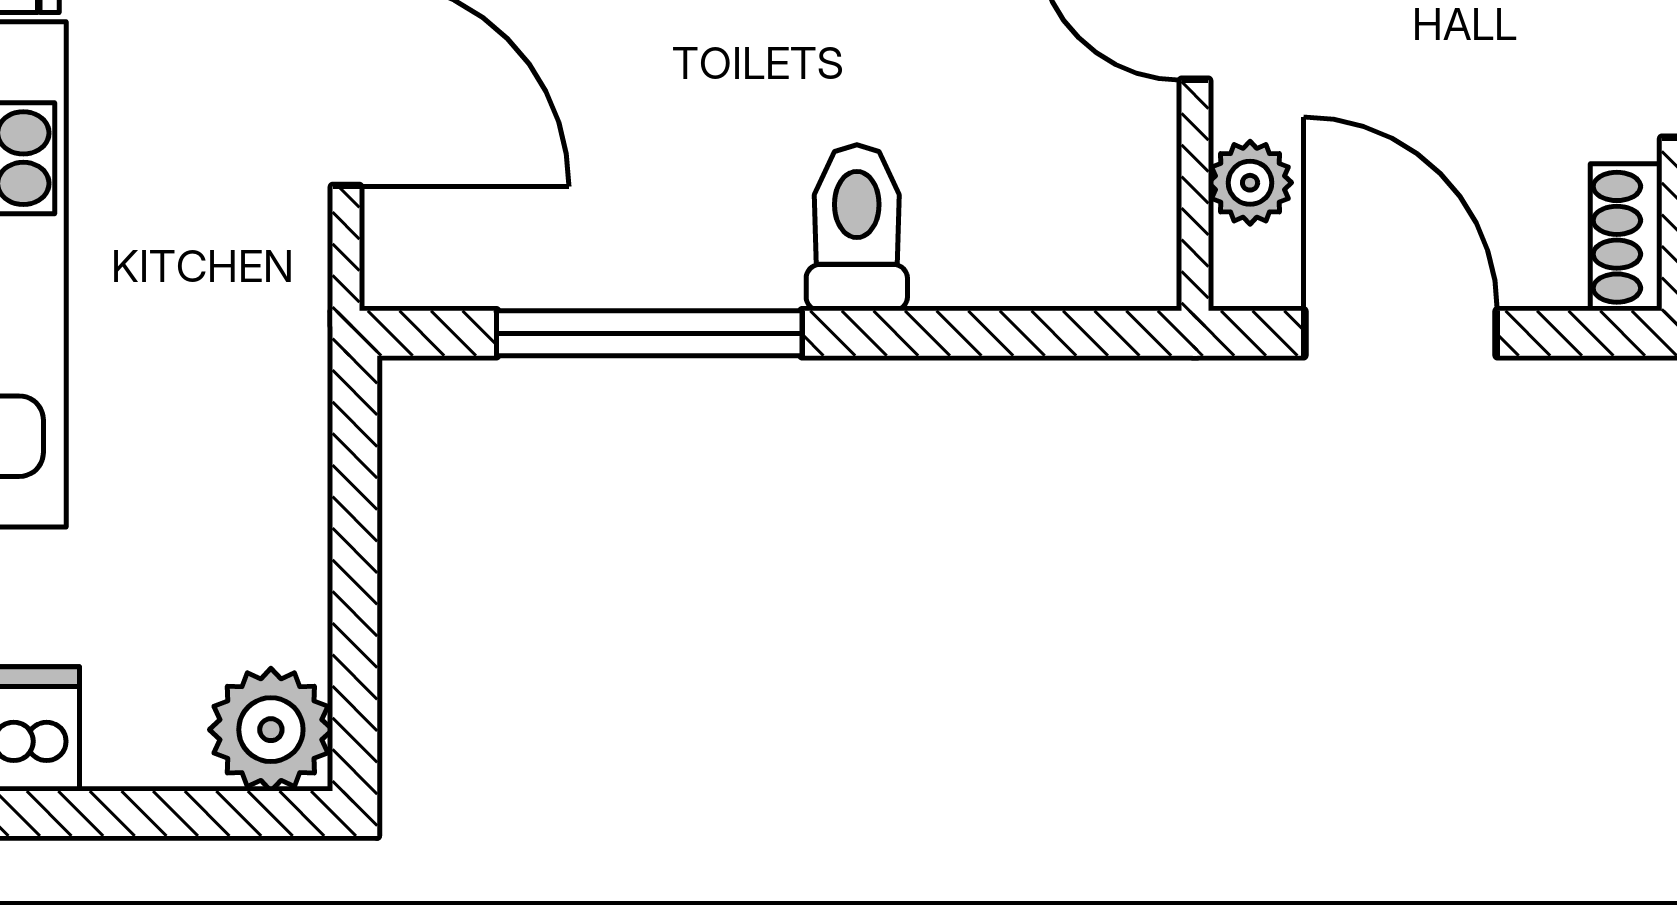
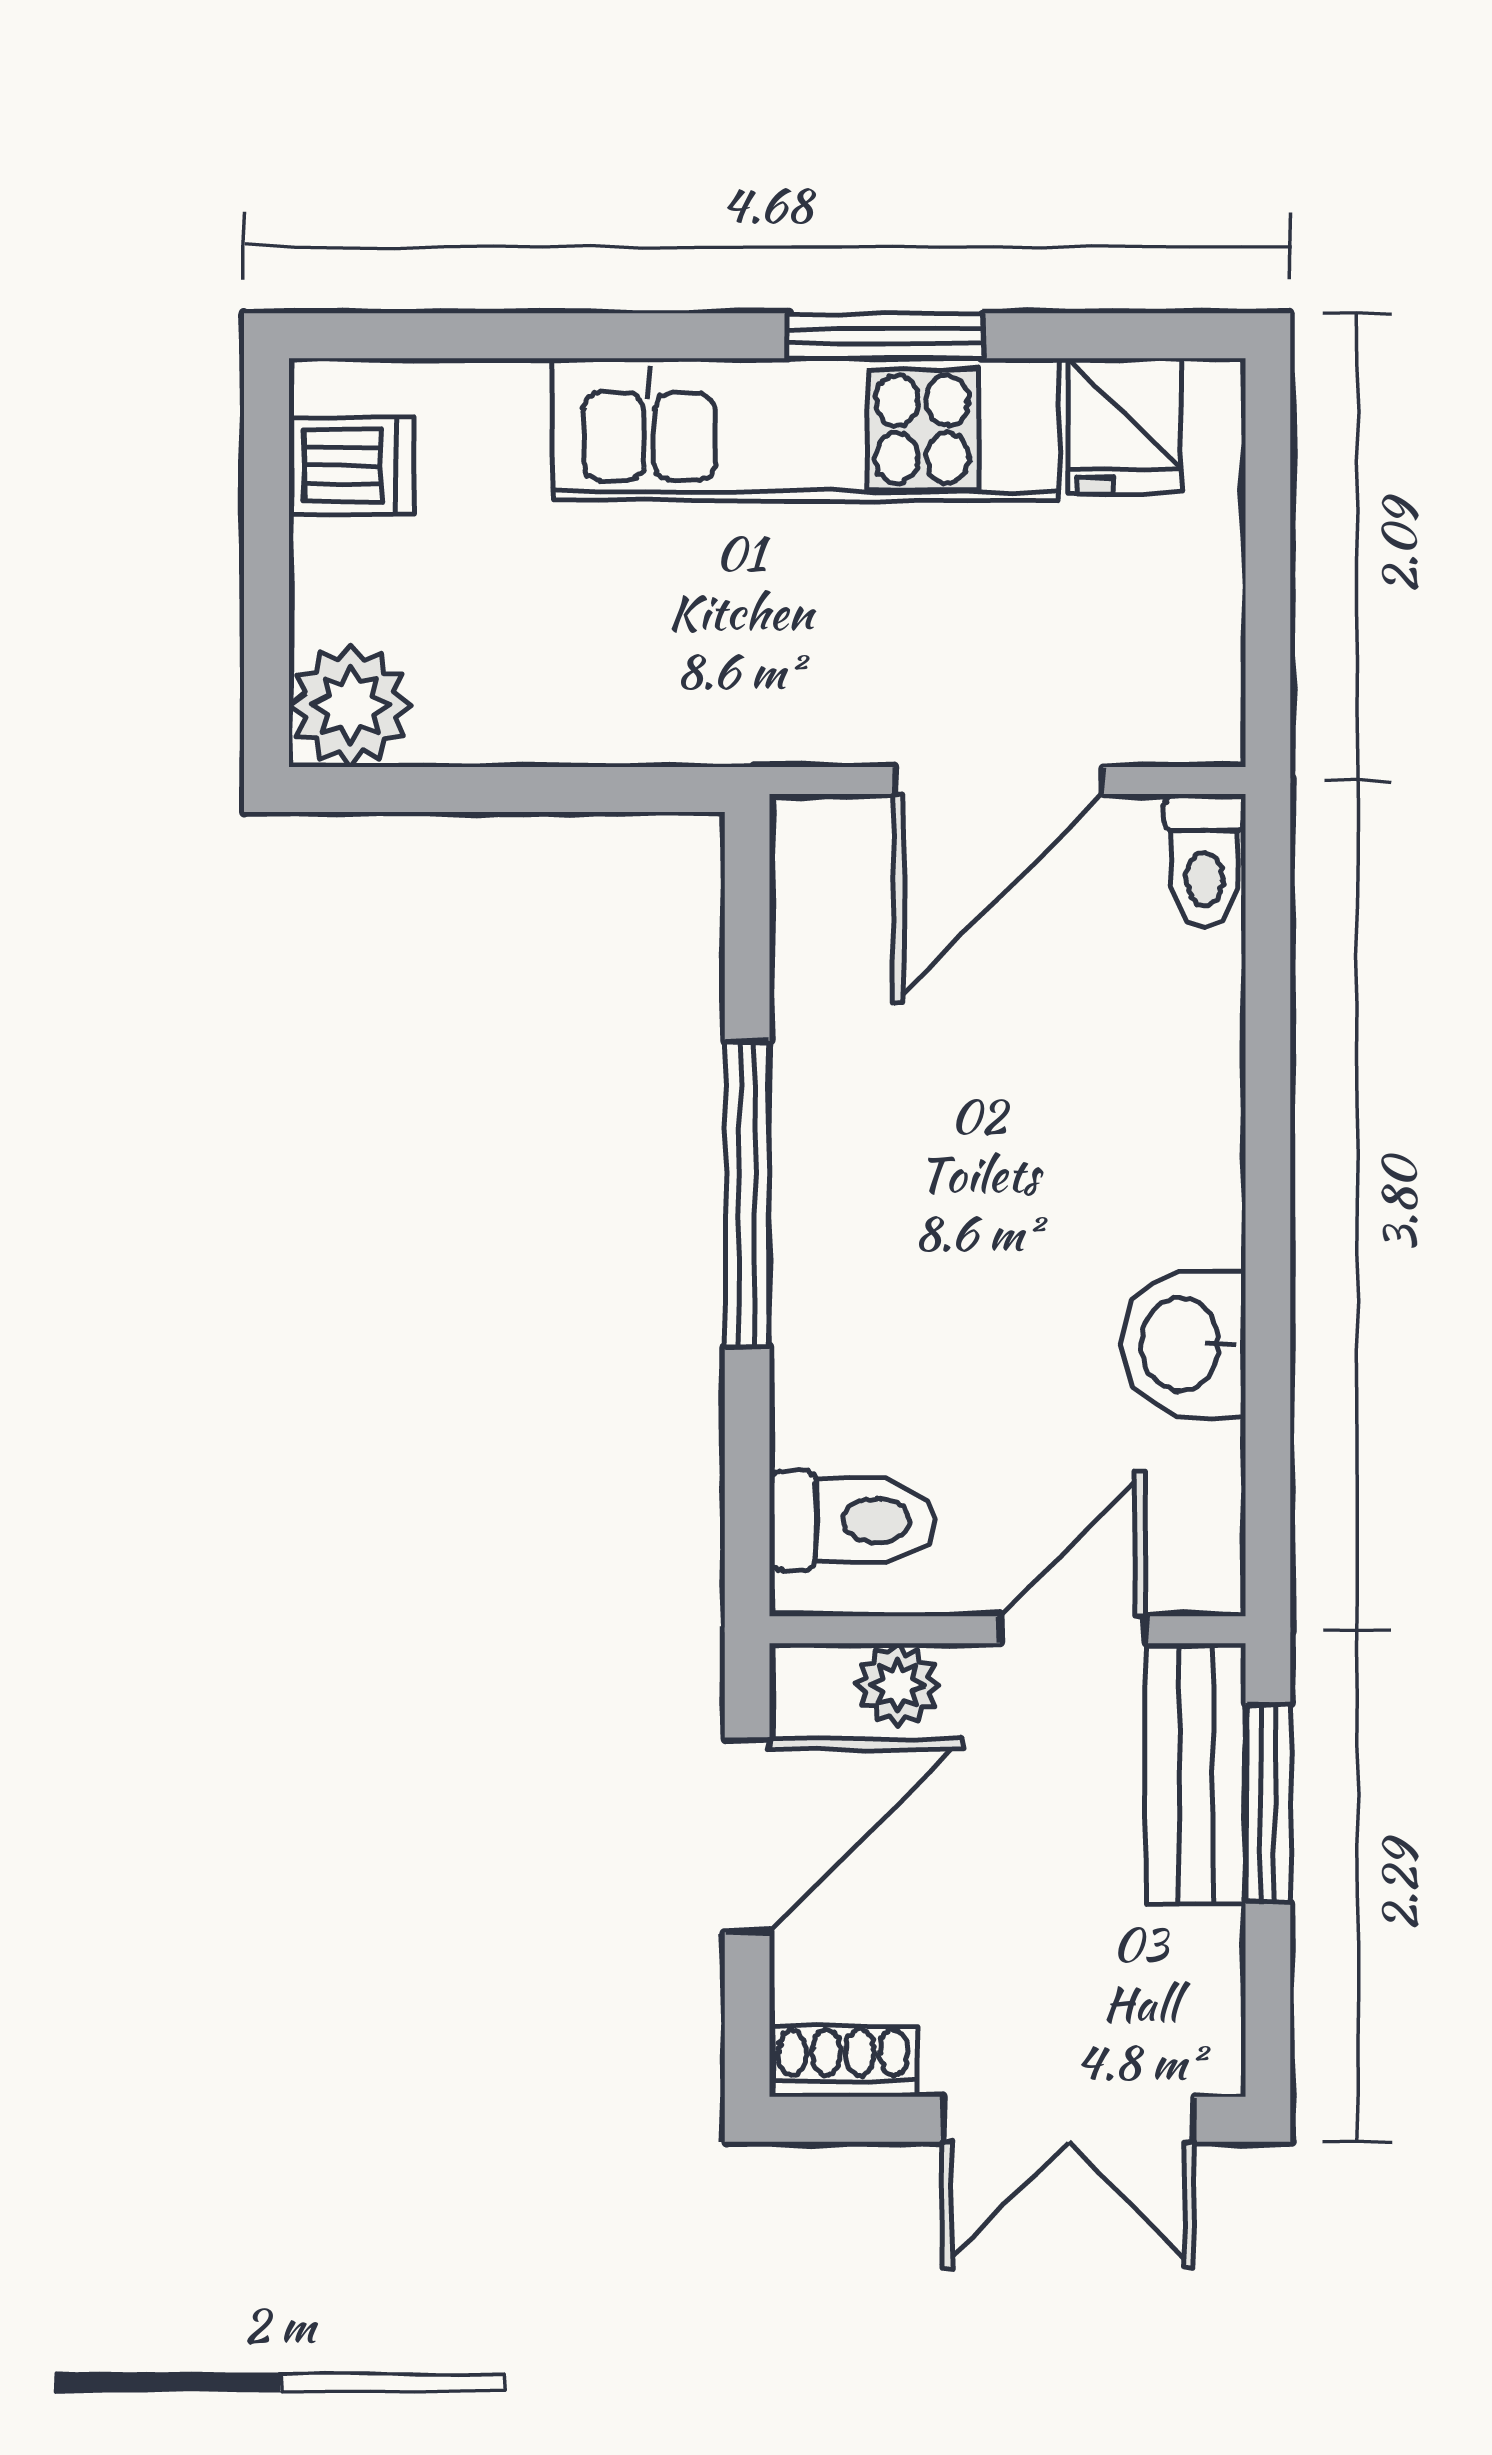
toilet: (857, 228) -> (853, 1520), moved
window: (649, 333) -> (747, 1194), moved

